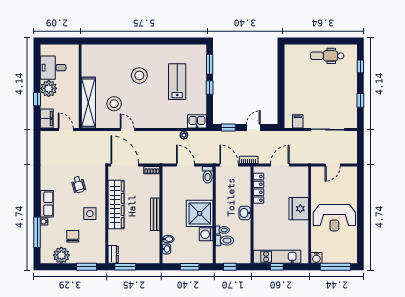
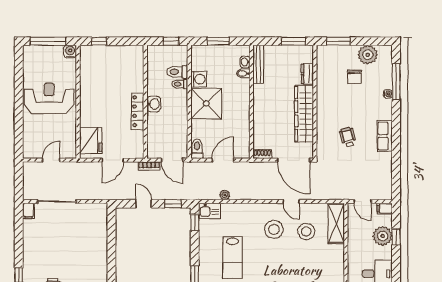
stool: (139, 75) -> (274, 229), moved
plant: (49, 88) -> (383, 236), moved
window: (210, 88) -> (195, 222), moved
window: (360, 100) -> (19, 235), removed
shelving: (88, 103) -> (336, 223), width x0.68
filing cabinet: (47, 119) -> (385, 209), width x0.50
filing cabinet: (298, 121) -> (28, 211), moved
door: (253, 127) -> (144, 204), swing flipped
door: (185, 165) -> (223, 160), swing flipped
locker: (258, 188) -> (138, 111), moved
row of seats: (47, 204) -> (385, 136), moved
fridge: (299, 209) -> (91, 140), moved
side table: (90, 214) -> (334, 103), removed
bench: (155, 214) -> (258, 64), moved
dresser: (113, 254) -> (307, 74), moved
kitchen unit: (277, 257) -> (116, 53), removed
window: (277, 267) -> (99, 41), moved

